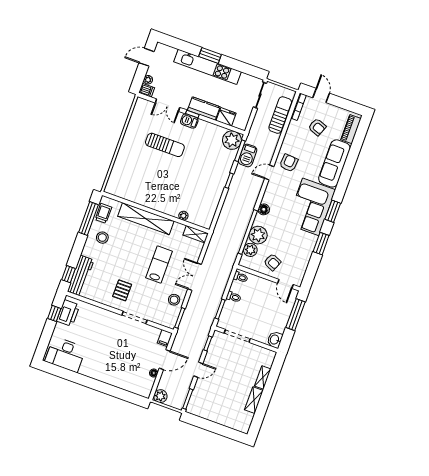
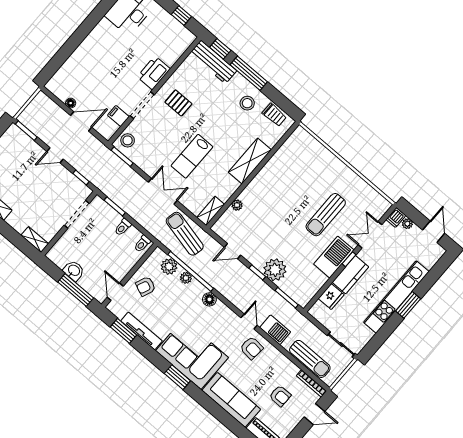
barbecue: (189, 121) -> (334, 257), width x1.88, depth x1.53
armchair: (317, 127) -> (280, 396), turned -111
plant: (232, 140) -> (275, 270), moved
barbecue: (248, 155) -> (275, 330), moved, turned 180
door: (220, 206) -> (233, 251), added
window: (88, 219) -> (249, 73), moved
shelving: (146, 219) -> (250, 161), width x0.68
plant: (258, 235) -> (186, 278), width x0.53, depth x0.53
window: (321, 244) -> (123, 331), moved
sun lounger: (221, 247) -> (185, 234), added
tv unit: (308, 252) -> (142, 331), added
lab bench: (159, 265) -> (192, 156), turned 90
door: (285, 284) -> (115, 292), hinge flipped
stool: (174, 300) -> (128, 140), moved
printer: (68, 313) -> (154, 73), moved, turned 90
filing cabinet: (165, 338) -> (118, 116), moved
washbasin: (275, 340) -> (74, 271), moved
door: (165, 360) -> (81, 121), swing flipped
door: (198, 370) -> (55, 155), hinge flipped
shelving: (263, 378) -> (35, 240), moved
plant: (160, 396) -> (41, 101), removed

